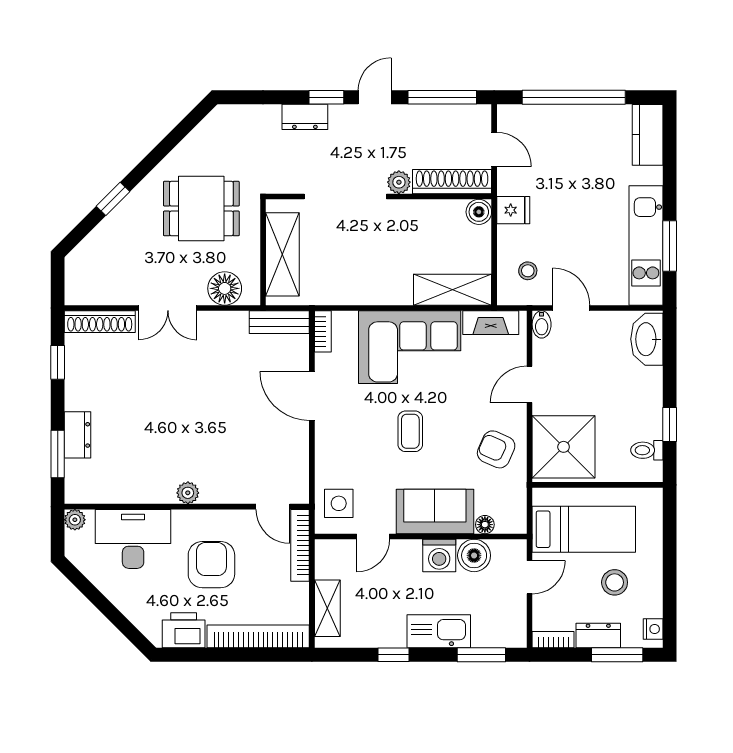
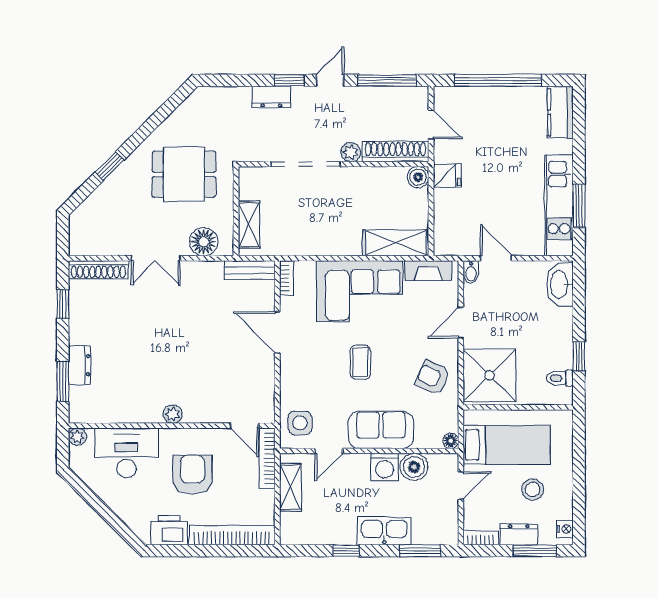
shelving: (282, 254) -> (249, 225), width x0.67, depth x0.75
stool: (528, 271) -> (459, 227), removed
floor lamp: (485, 525) -> (451, 441), moved
shelving: (327, 608) -> (290, 487), moved

